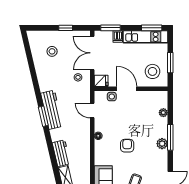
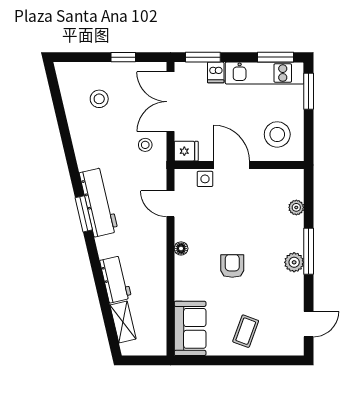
window: (170, 63) -> (309, 91), moved

